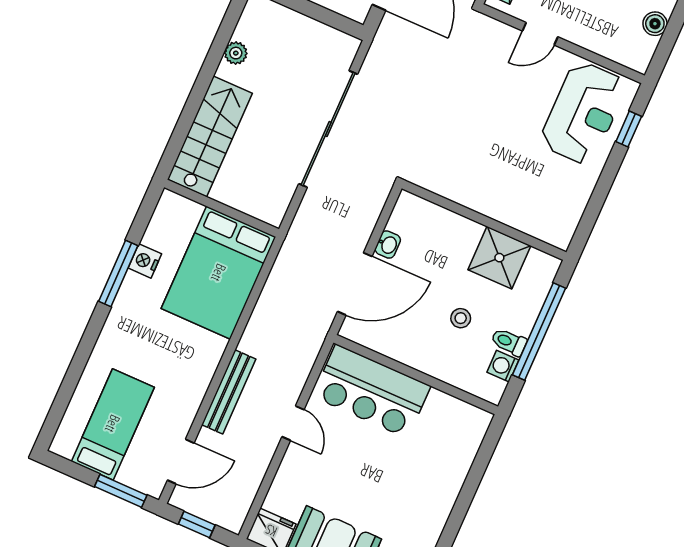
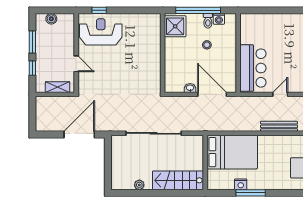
shower: (499, 258) -> (175, 26), moved

